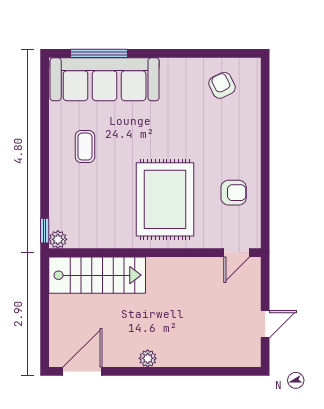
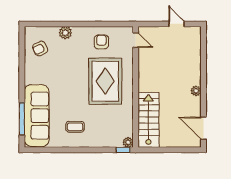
plant: (250, 130) -> (65, 33), added
rug: (165, 199) -> (105, 81), turned 90

